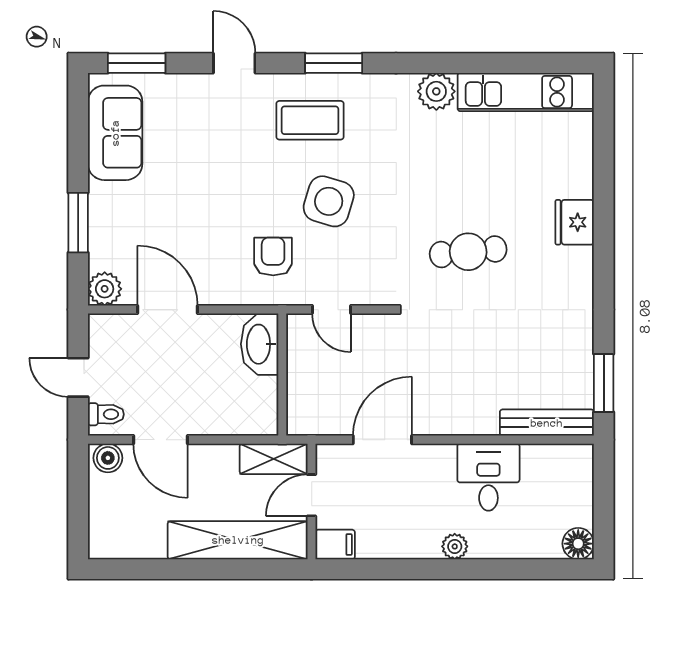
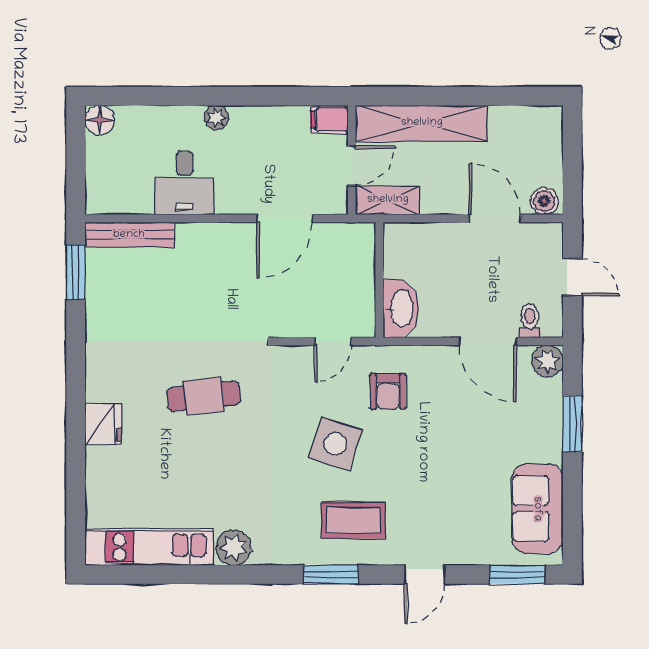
door: (234, 63) -> (425, 574), hinge flipped
door: (331, 310) -> (333, 341), swing flipped
toilet: (106, 414) -> (530, 321), moved, turned 90

